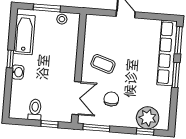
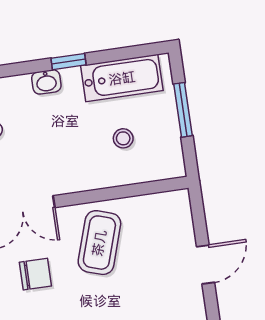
stool: (62, 19) -> (123, 138), moved
coffee table: (103, 64) -> (99, 243), width x1.36, depth x1.30

